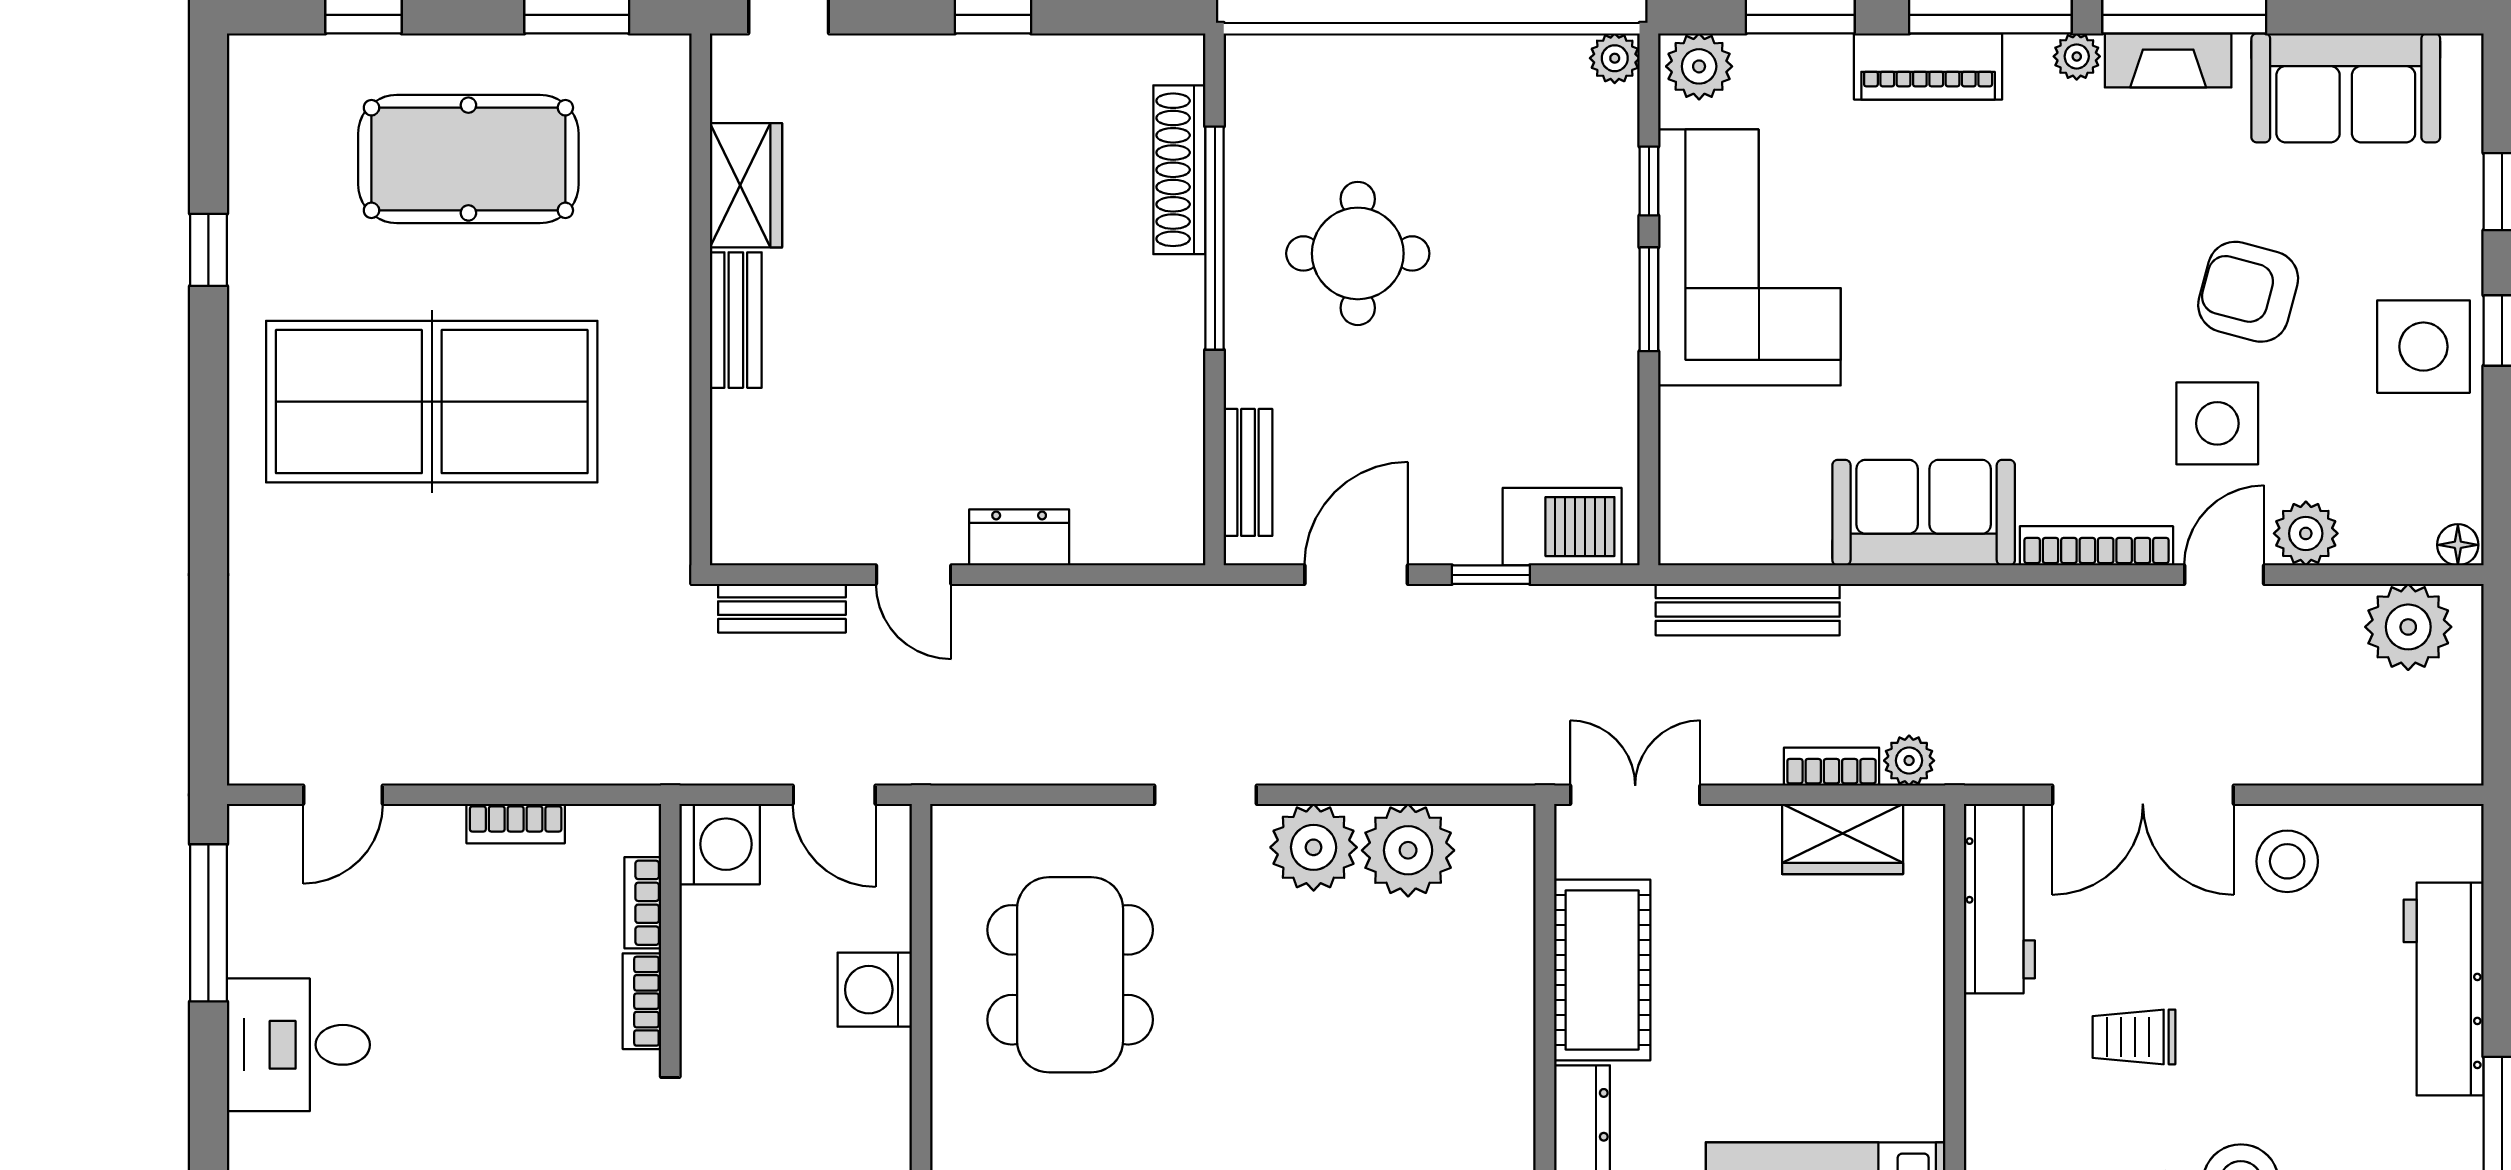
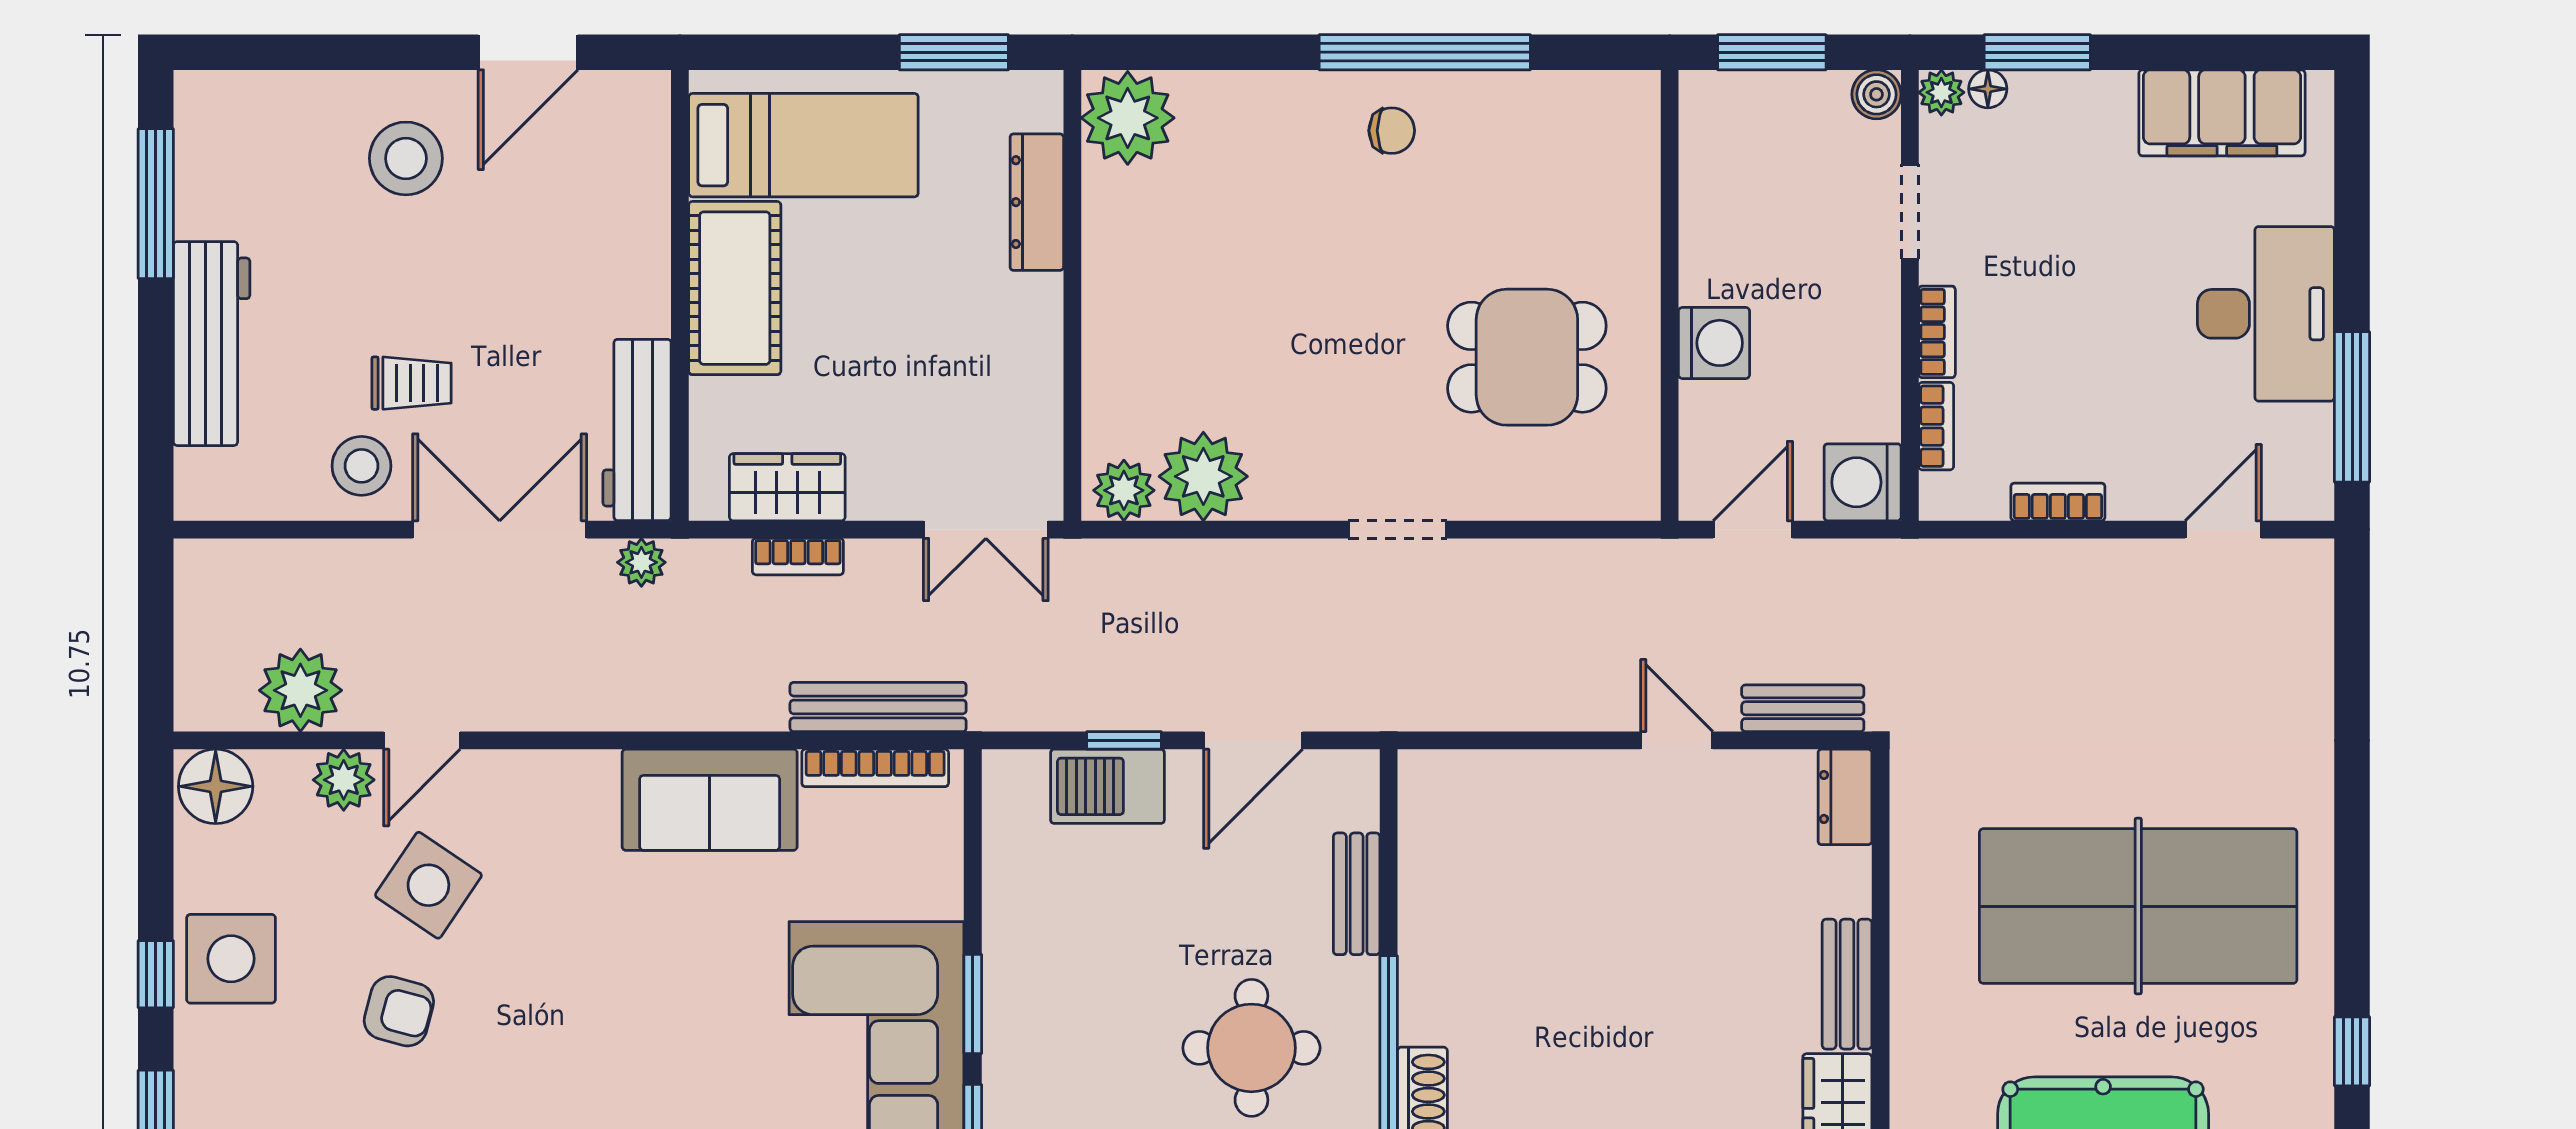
armchair: (2248, 292) -> (399, 1011), width x0.72, depth x0.72
side table: (2217, 423) -> (428, 885), turned 34
bench: (1248, 472) -> (1357, 894), moved
barbecue: (1562, 527) -> (1107, 786), moved
dresser: (1019, 537) -> (1845, 797), moved, turned 90
floor lamp: (2458, 545) -> (216, 786), width x1.89, depth x1.89
bookcase: (2096, 546) -> (875, 768), moved
plant: (2408, 627) -> (300, 690), moved
plant: (1909, 761) -> (641, 562), moved
door: (834, 795) -> (1753, 530), hinge flipped
plant: (1314, 847) -> (1124, 490), moved, width x0.73, depth x0.73
cot: (1602, 970) -> (735, 288), moved
dining table: (1070, 975) -> (1527, 357), width x0.73
trolley: (2134, 1037) -> (412, 383), moved
desk: (298, 1045) -> (2266, 314), width x1.37

